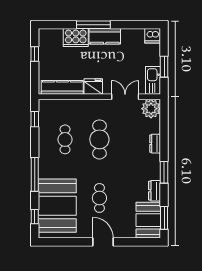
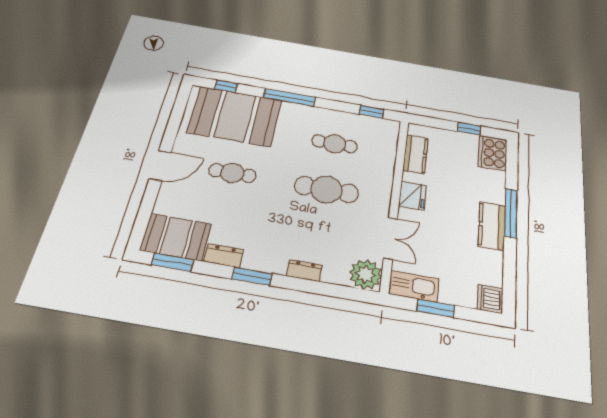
cooker: (76, 38) -> (493, 153), moved
kitchen counter: (62, 87) -> (415, 154), width x0.67

